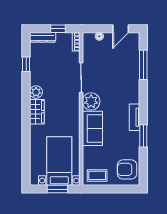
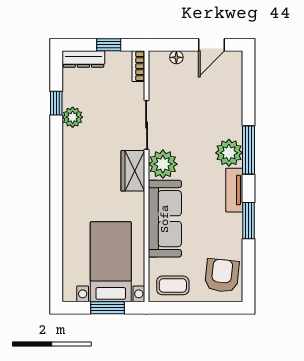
window: (143, 65) -> (249, 150), moved
plant: (36, 92) -> (73, 117), moved
plant: (131, 95) -> (229, 153), added
wardrobe: (37, 112) -> (133, 171), moved, turned 180
sofa: (92, 128) -> (165, 219), width x1.36
armchair: (127, 169) -> (222, 276), turned 96

